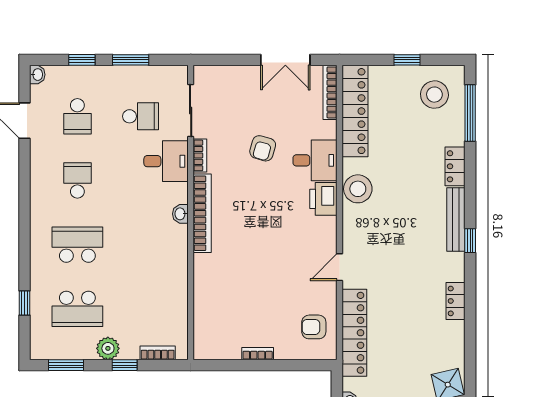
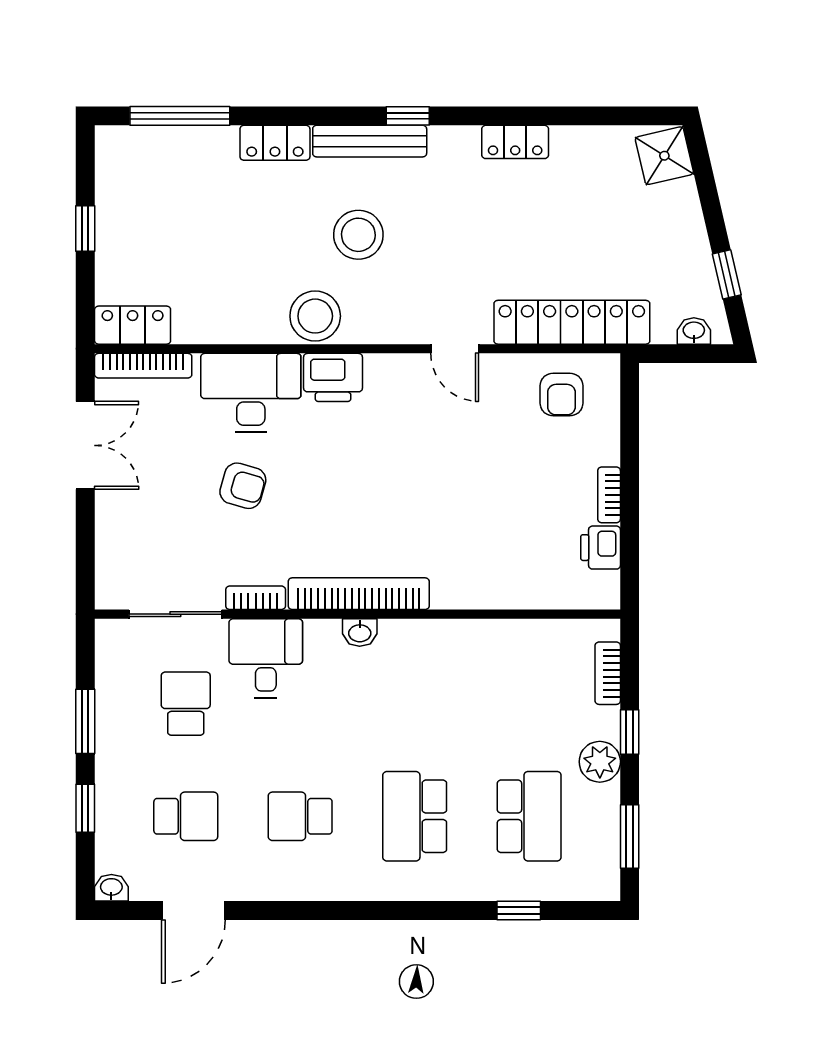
stool: (434, 95) -> (358, 235), moved
locker: (355, 111) -> (133, 325), width x0.46, depth x0.83
desk: (315, 160) -> (251, 392), width x1.37
printer: (228, 349) -> (601, 548), added

